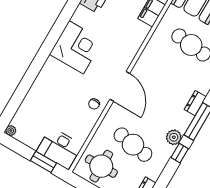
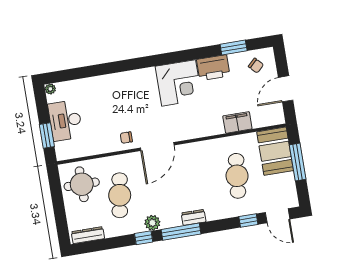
corner desk: (76, 47) -> (179, 83), moved
desk: (59, 148) -> (65, 120), moved

